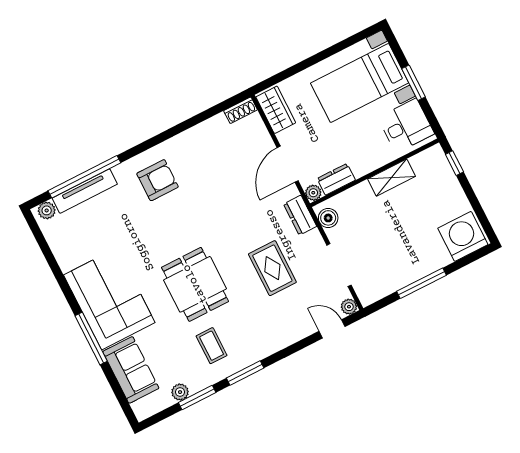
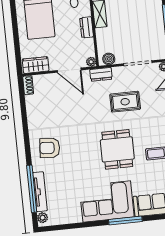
dresser: (336, 179) -> (87, 27), moved
armchair: (158, 180) -> (50, 148), turned -86
dining table: (195, 284) -> (117, 149), turned 90

